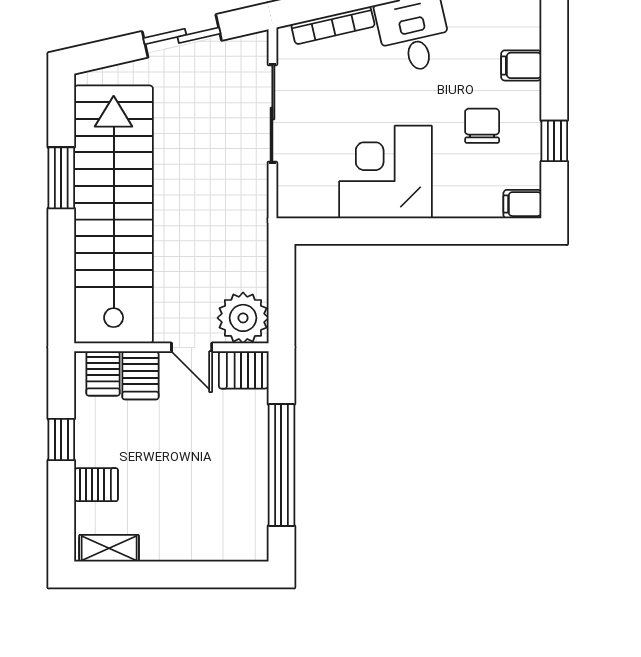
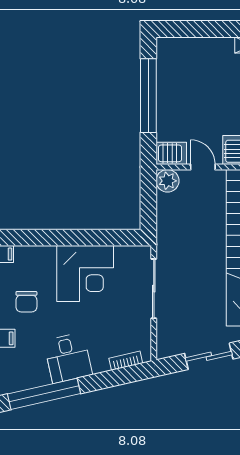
bookcase: (333, 25) -> (126, 361), width x0.64
sliding door: (272, 114) -> (154, 289), moved
plant: (243, 318) -> (168, 181), width x0.73, depth x0.73

